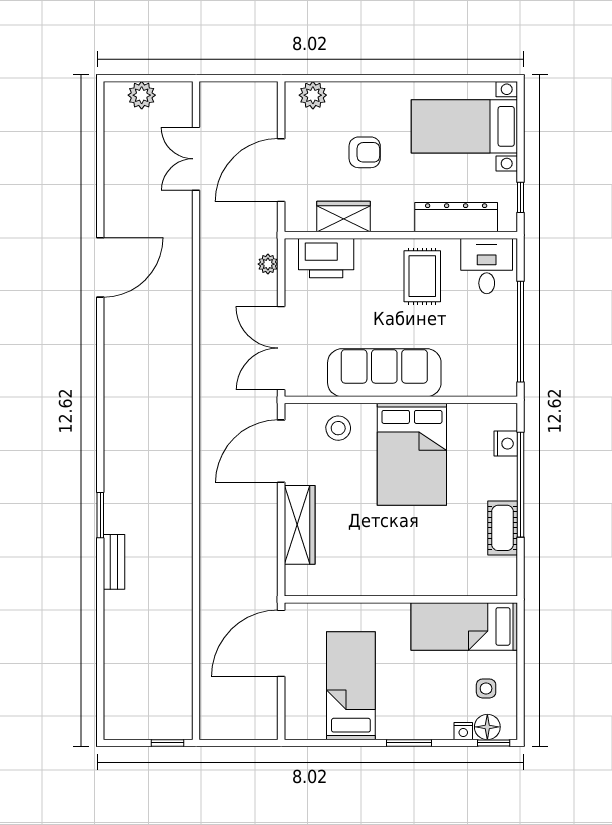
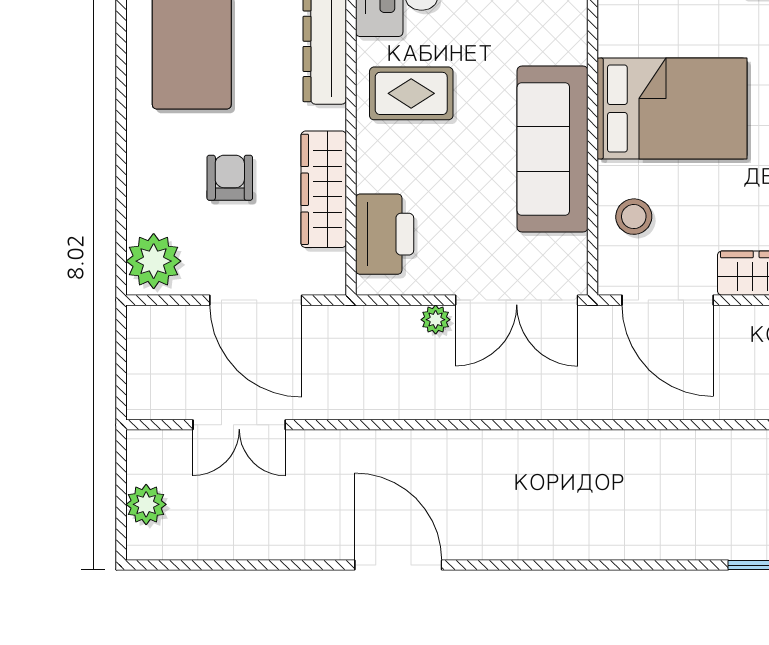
plant: (313, 95) -> (154, 261), width x1.36, depth x1.36
wardrobe: (344, 216) -> (324, 189), width x1.50
plant: (268, 264) -> (436, 320), moved

